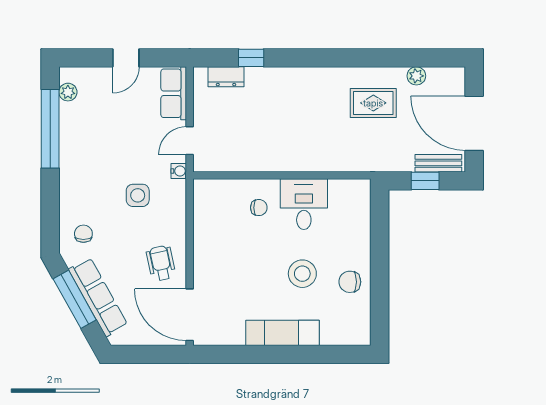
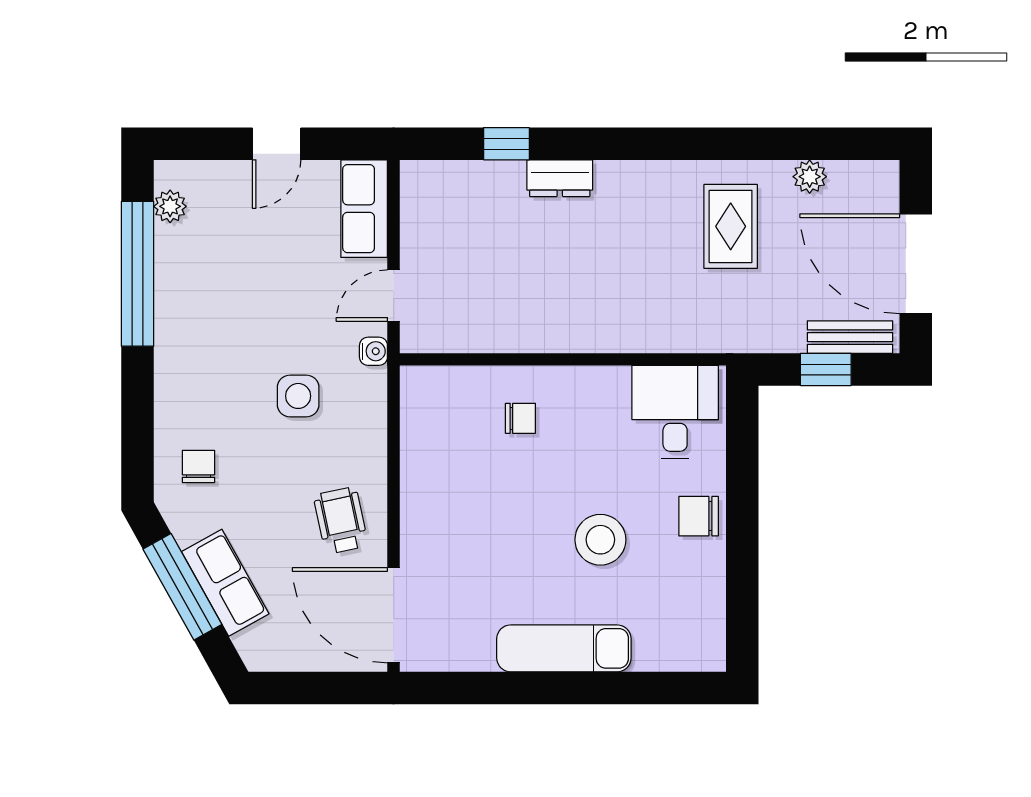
dresser: (226, 77) -> (560, 178), moved
rug: (373, 103) -> (731, 226), turned 90
desk: (304, 204) -> (675, 412), moved
chair: (350, 282) -> (699, 516), moved
row of seats: (98, 297) -> (225, 583), width x0.68

